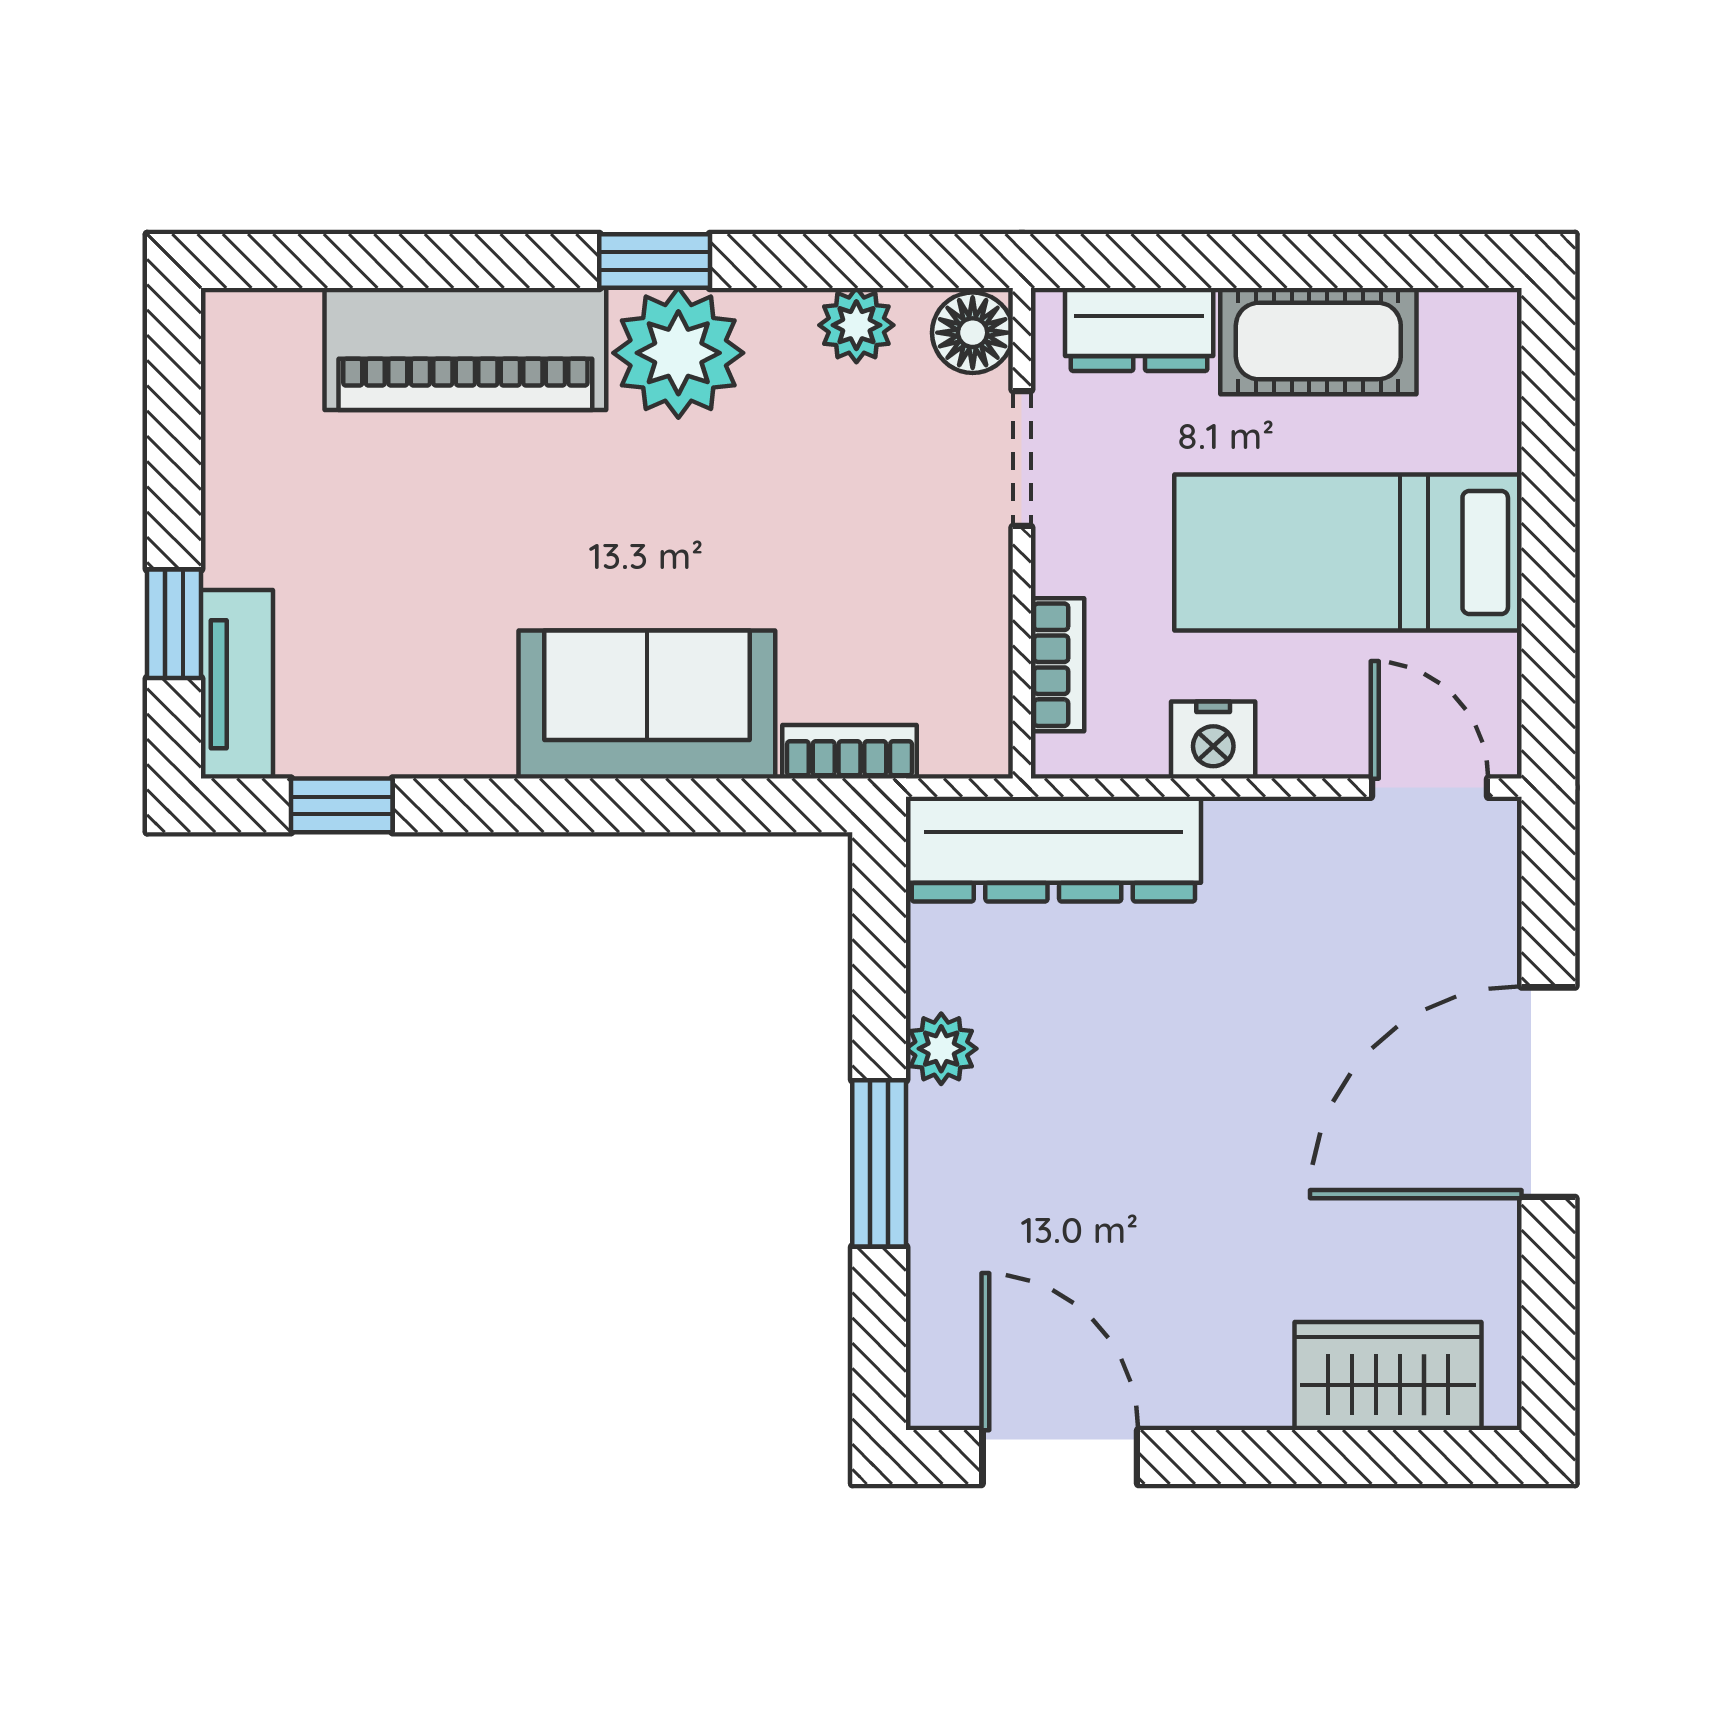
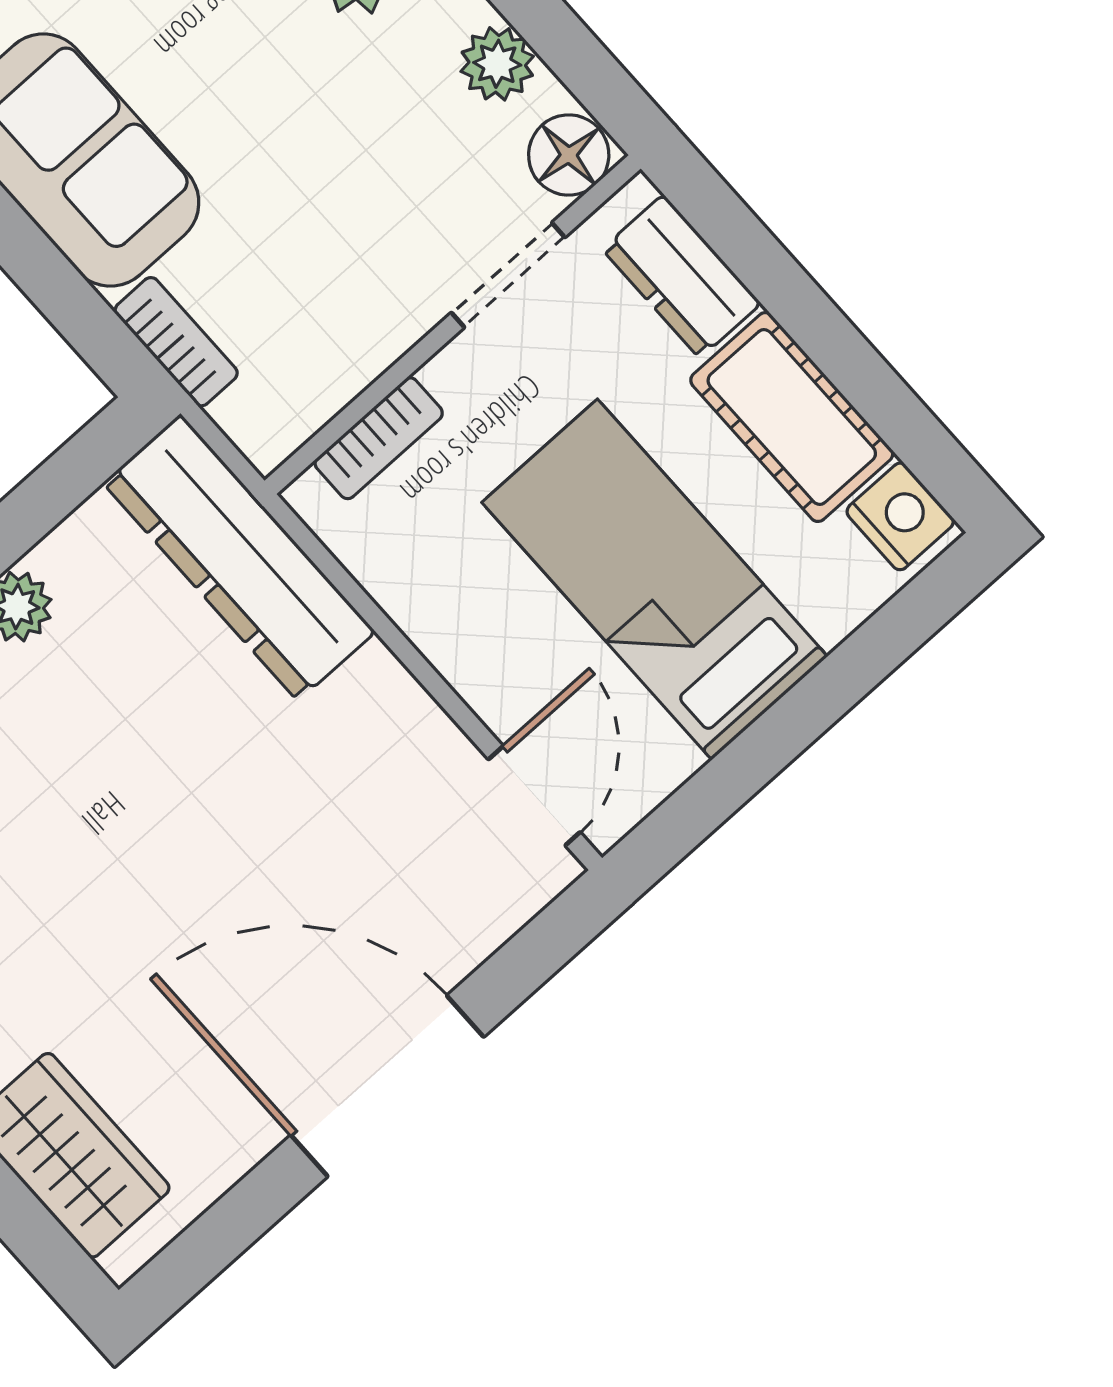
nightstand: (1213, 740) -> (900, 516), moved, turned 180

